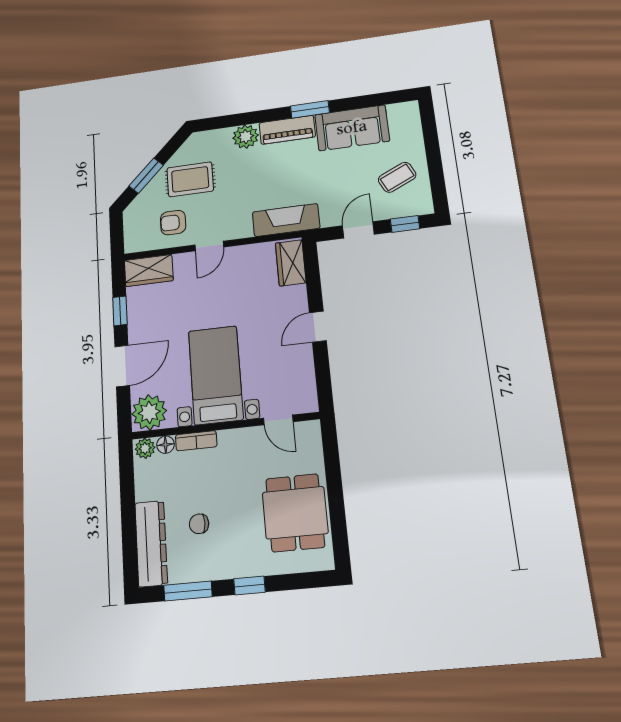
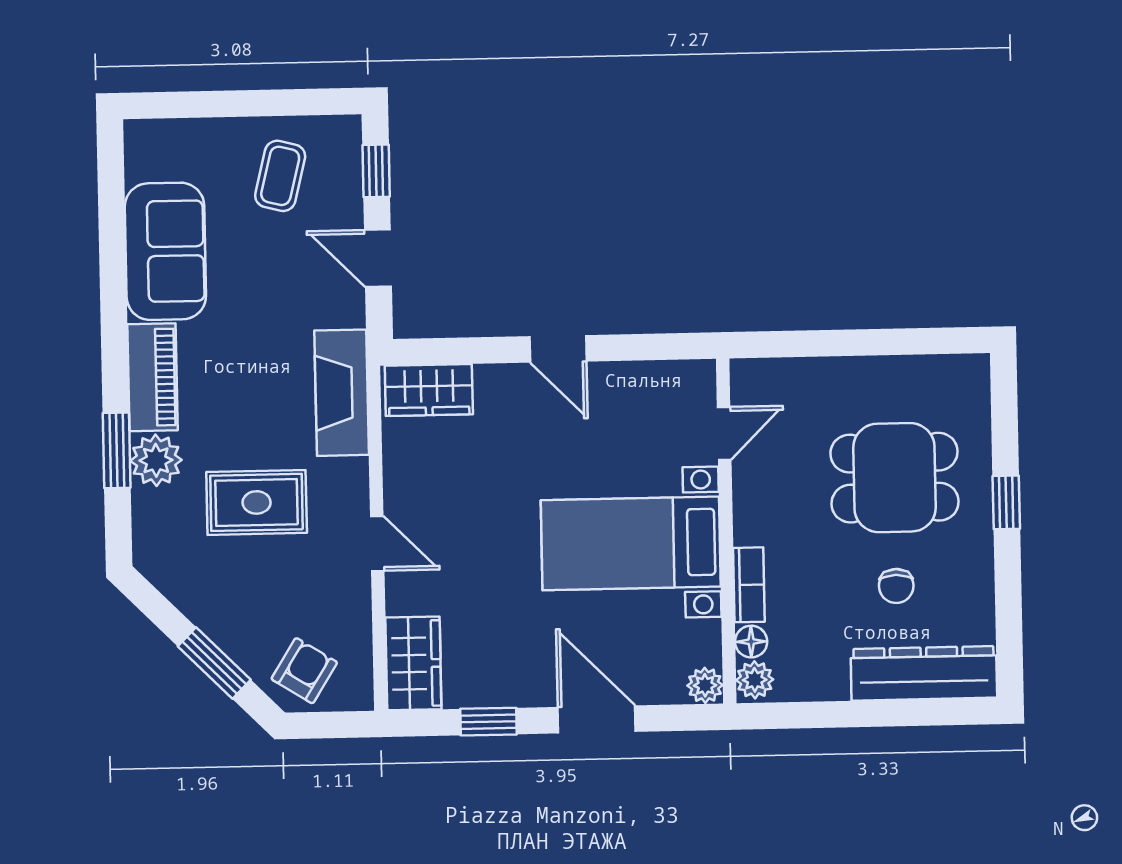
window: (310, 109) -> (117, 450), moved
coffee table: (397, 177) -> (280, 176), turned 39
rug: (190, 179) -> (257, 502), moved, turned 90
armchair: (173, 223) -> (304, 671), moved, turned -148
plant: (149, 412) -> (705, 685), width x0.53, depth x0.53
dining table: (295, 513) -> (894, 478), moved
window: (188, 591) -> (1009, 610), removed

